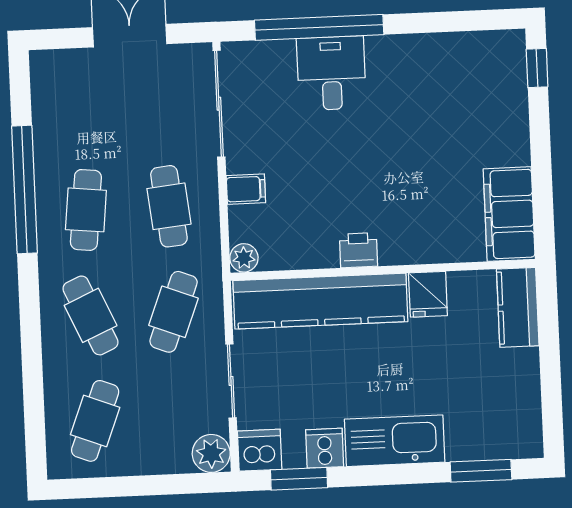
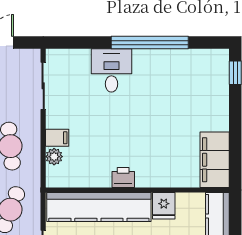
window: (319, 27) -> (150, 43), moved
sliding door: (219, 104) -> (43, 86), width x0.73
plant: (244, 258) -> (54, 157), moved

